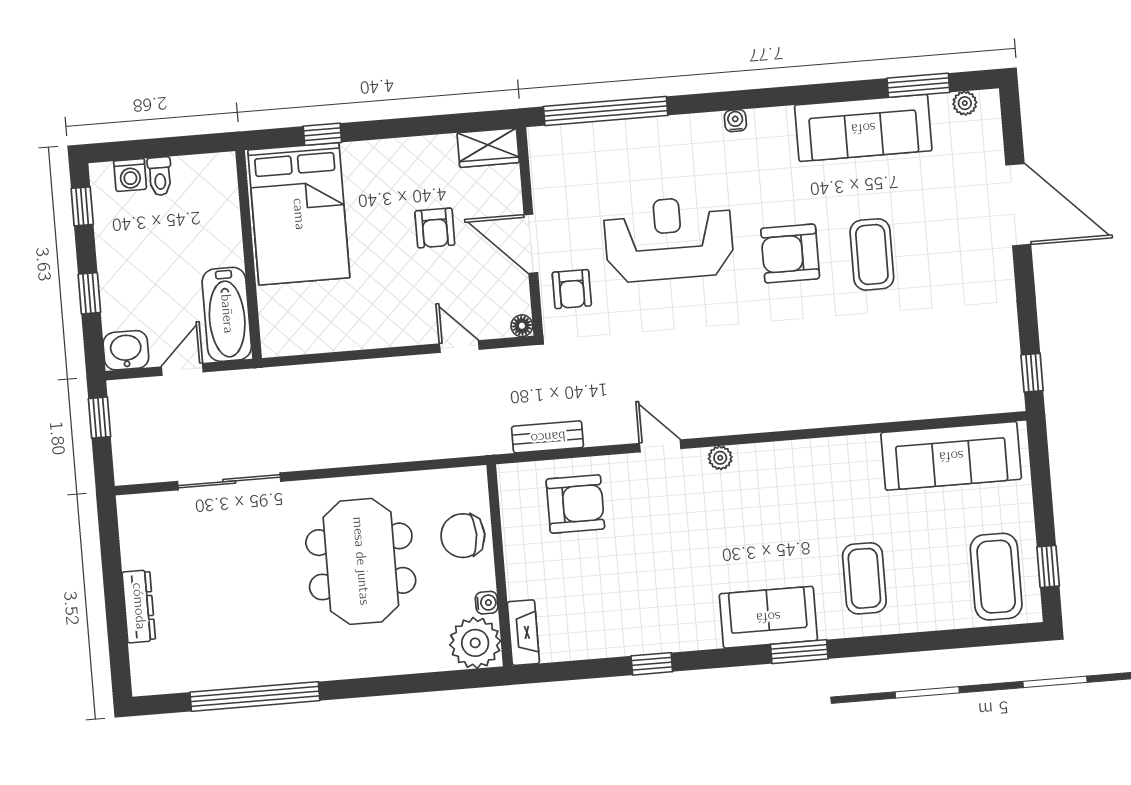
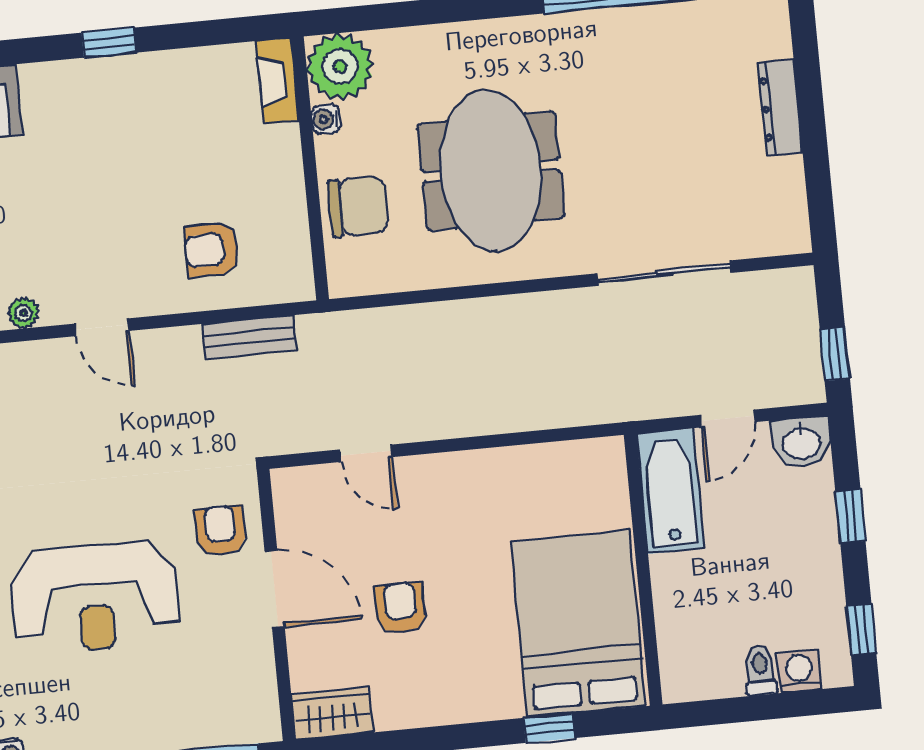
floor lamp: (522, 326) -> (285, 482), removed
armchair: (575, 504) -> (212, 250), width x0.72, depth x0.72

